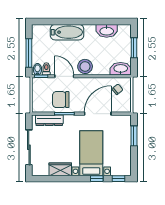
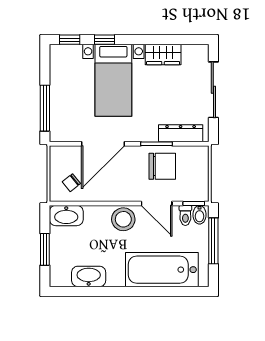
bathtub: (67, 32) -> (162, 270), width x1.36, depth x1.36
window: (134, 136) -> (45, 108), width x1.44

